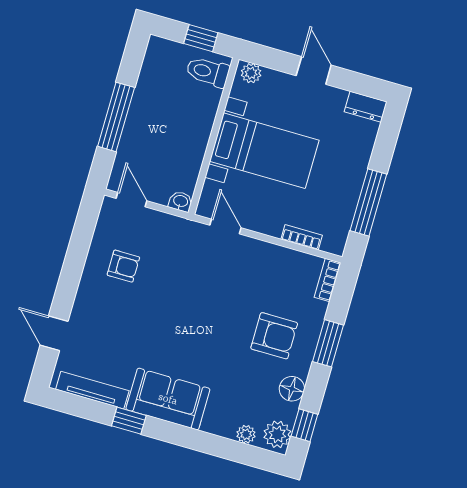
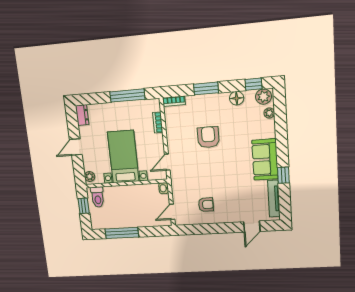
window: (116, 117) -> (122, 233), moved
armchair: (123, 266) -> (206, 205), turned 90
armchair: (274, 336) -> (208, 137), moved

